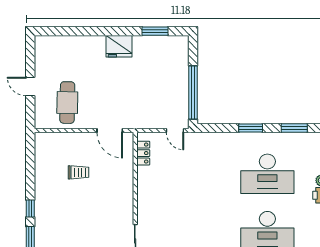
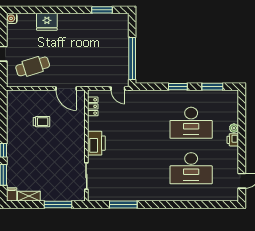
water cooler: (41, 42) -> (12, 18), added
fridge: (119, 46) -> (47, 22), moved
cafe table: (67, 103) -> (33, 66), turned 72
printer: (148, 199) -> (96, 143), added

